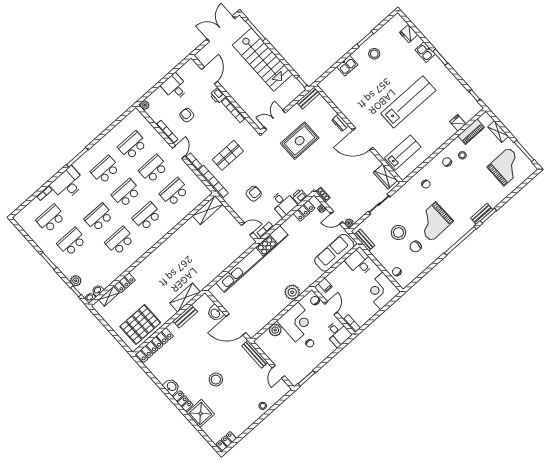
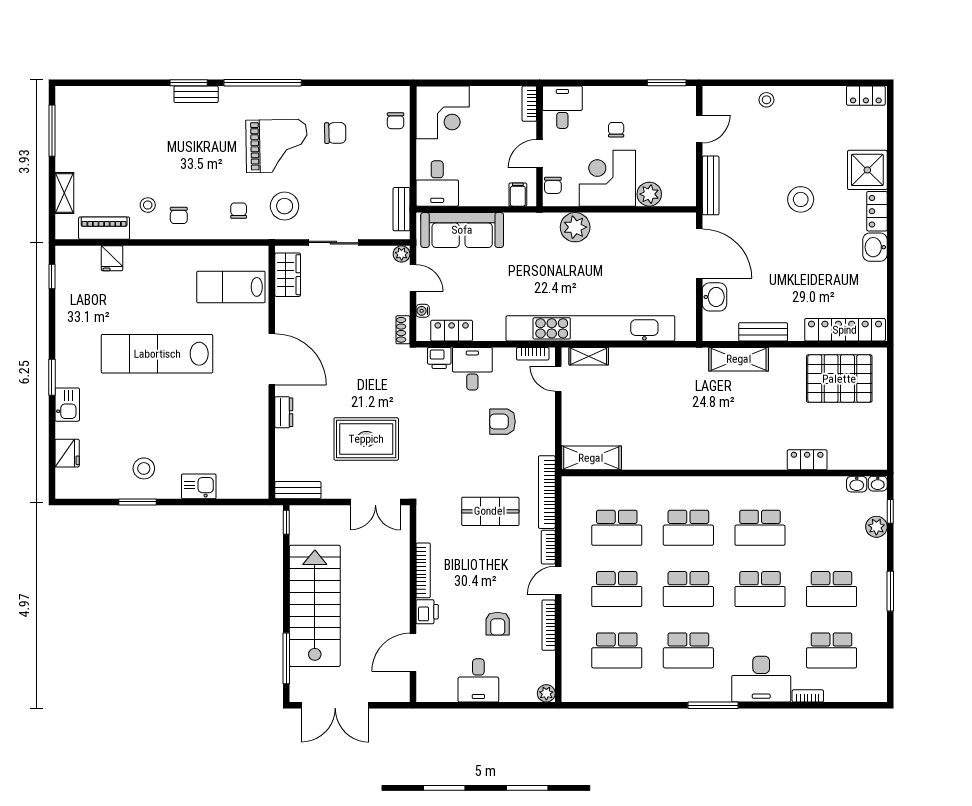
grand piano: (506, 167) -> (98, 131), removed
stool: (398, 232) -> (285, 206), moved
shelving: (109, 296) -> (589, 356), moved

